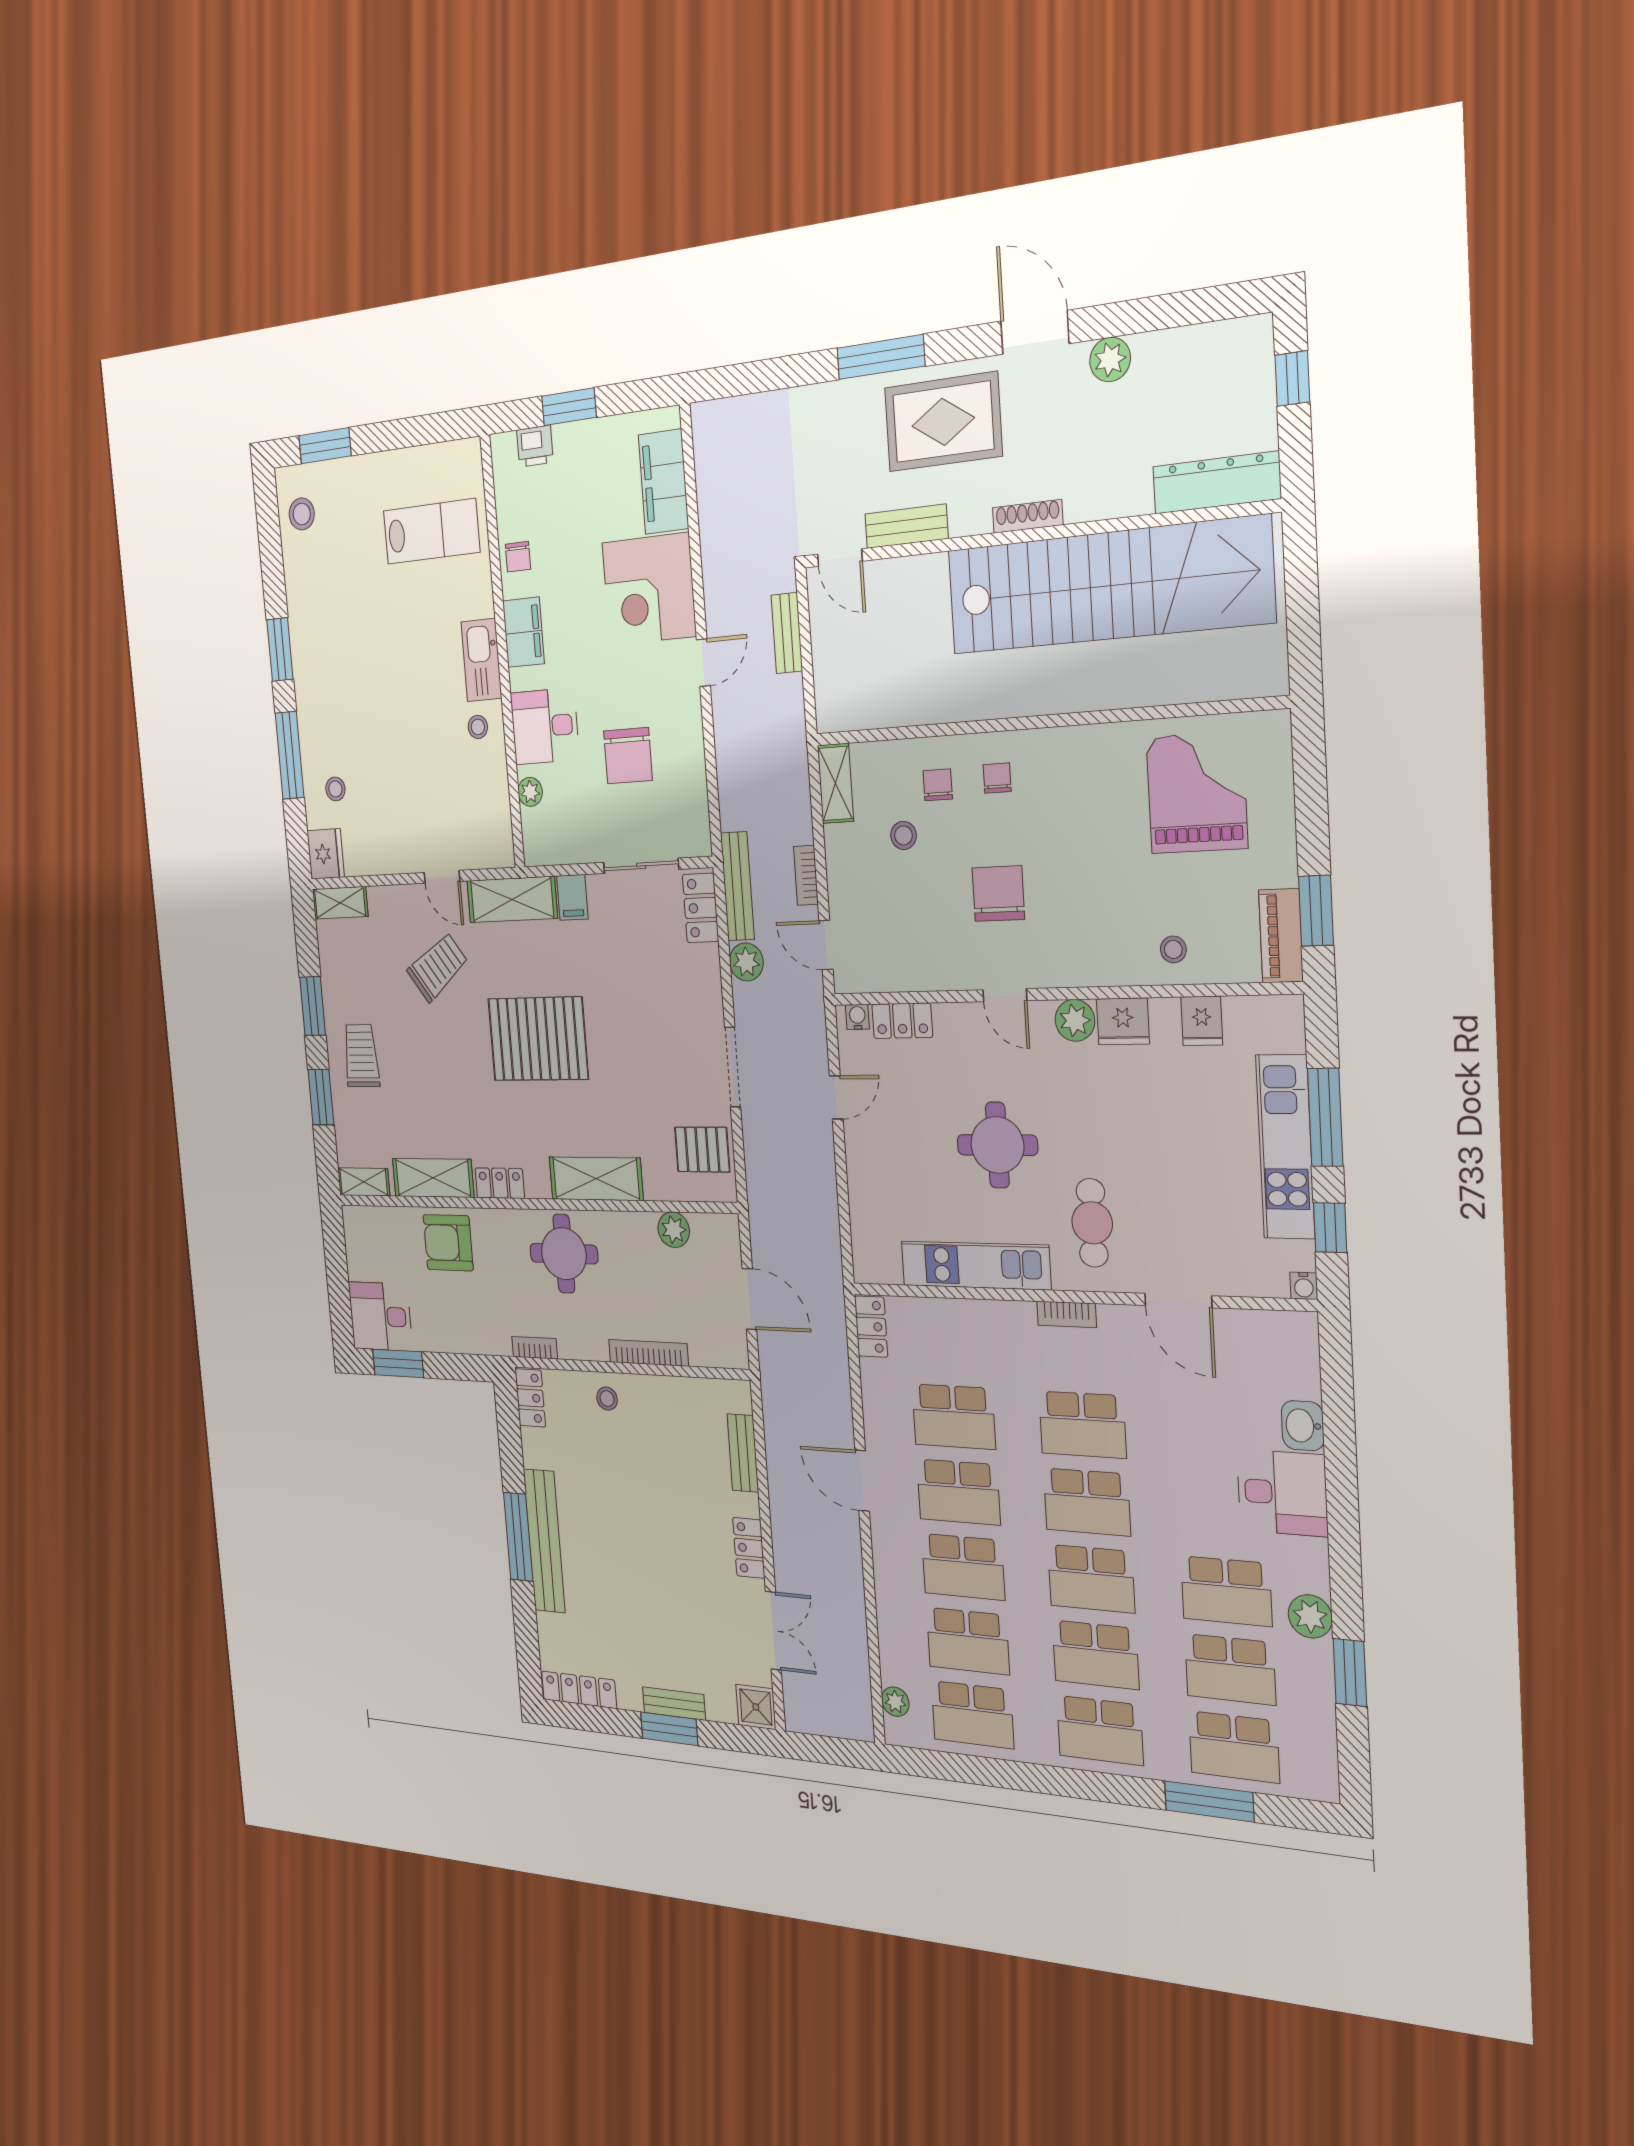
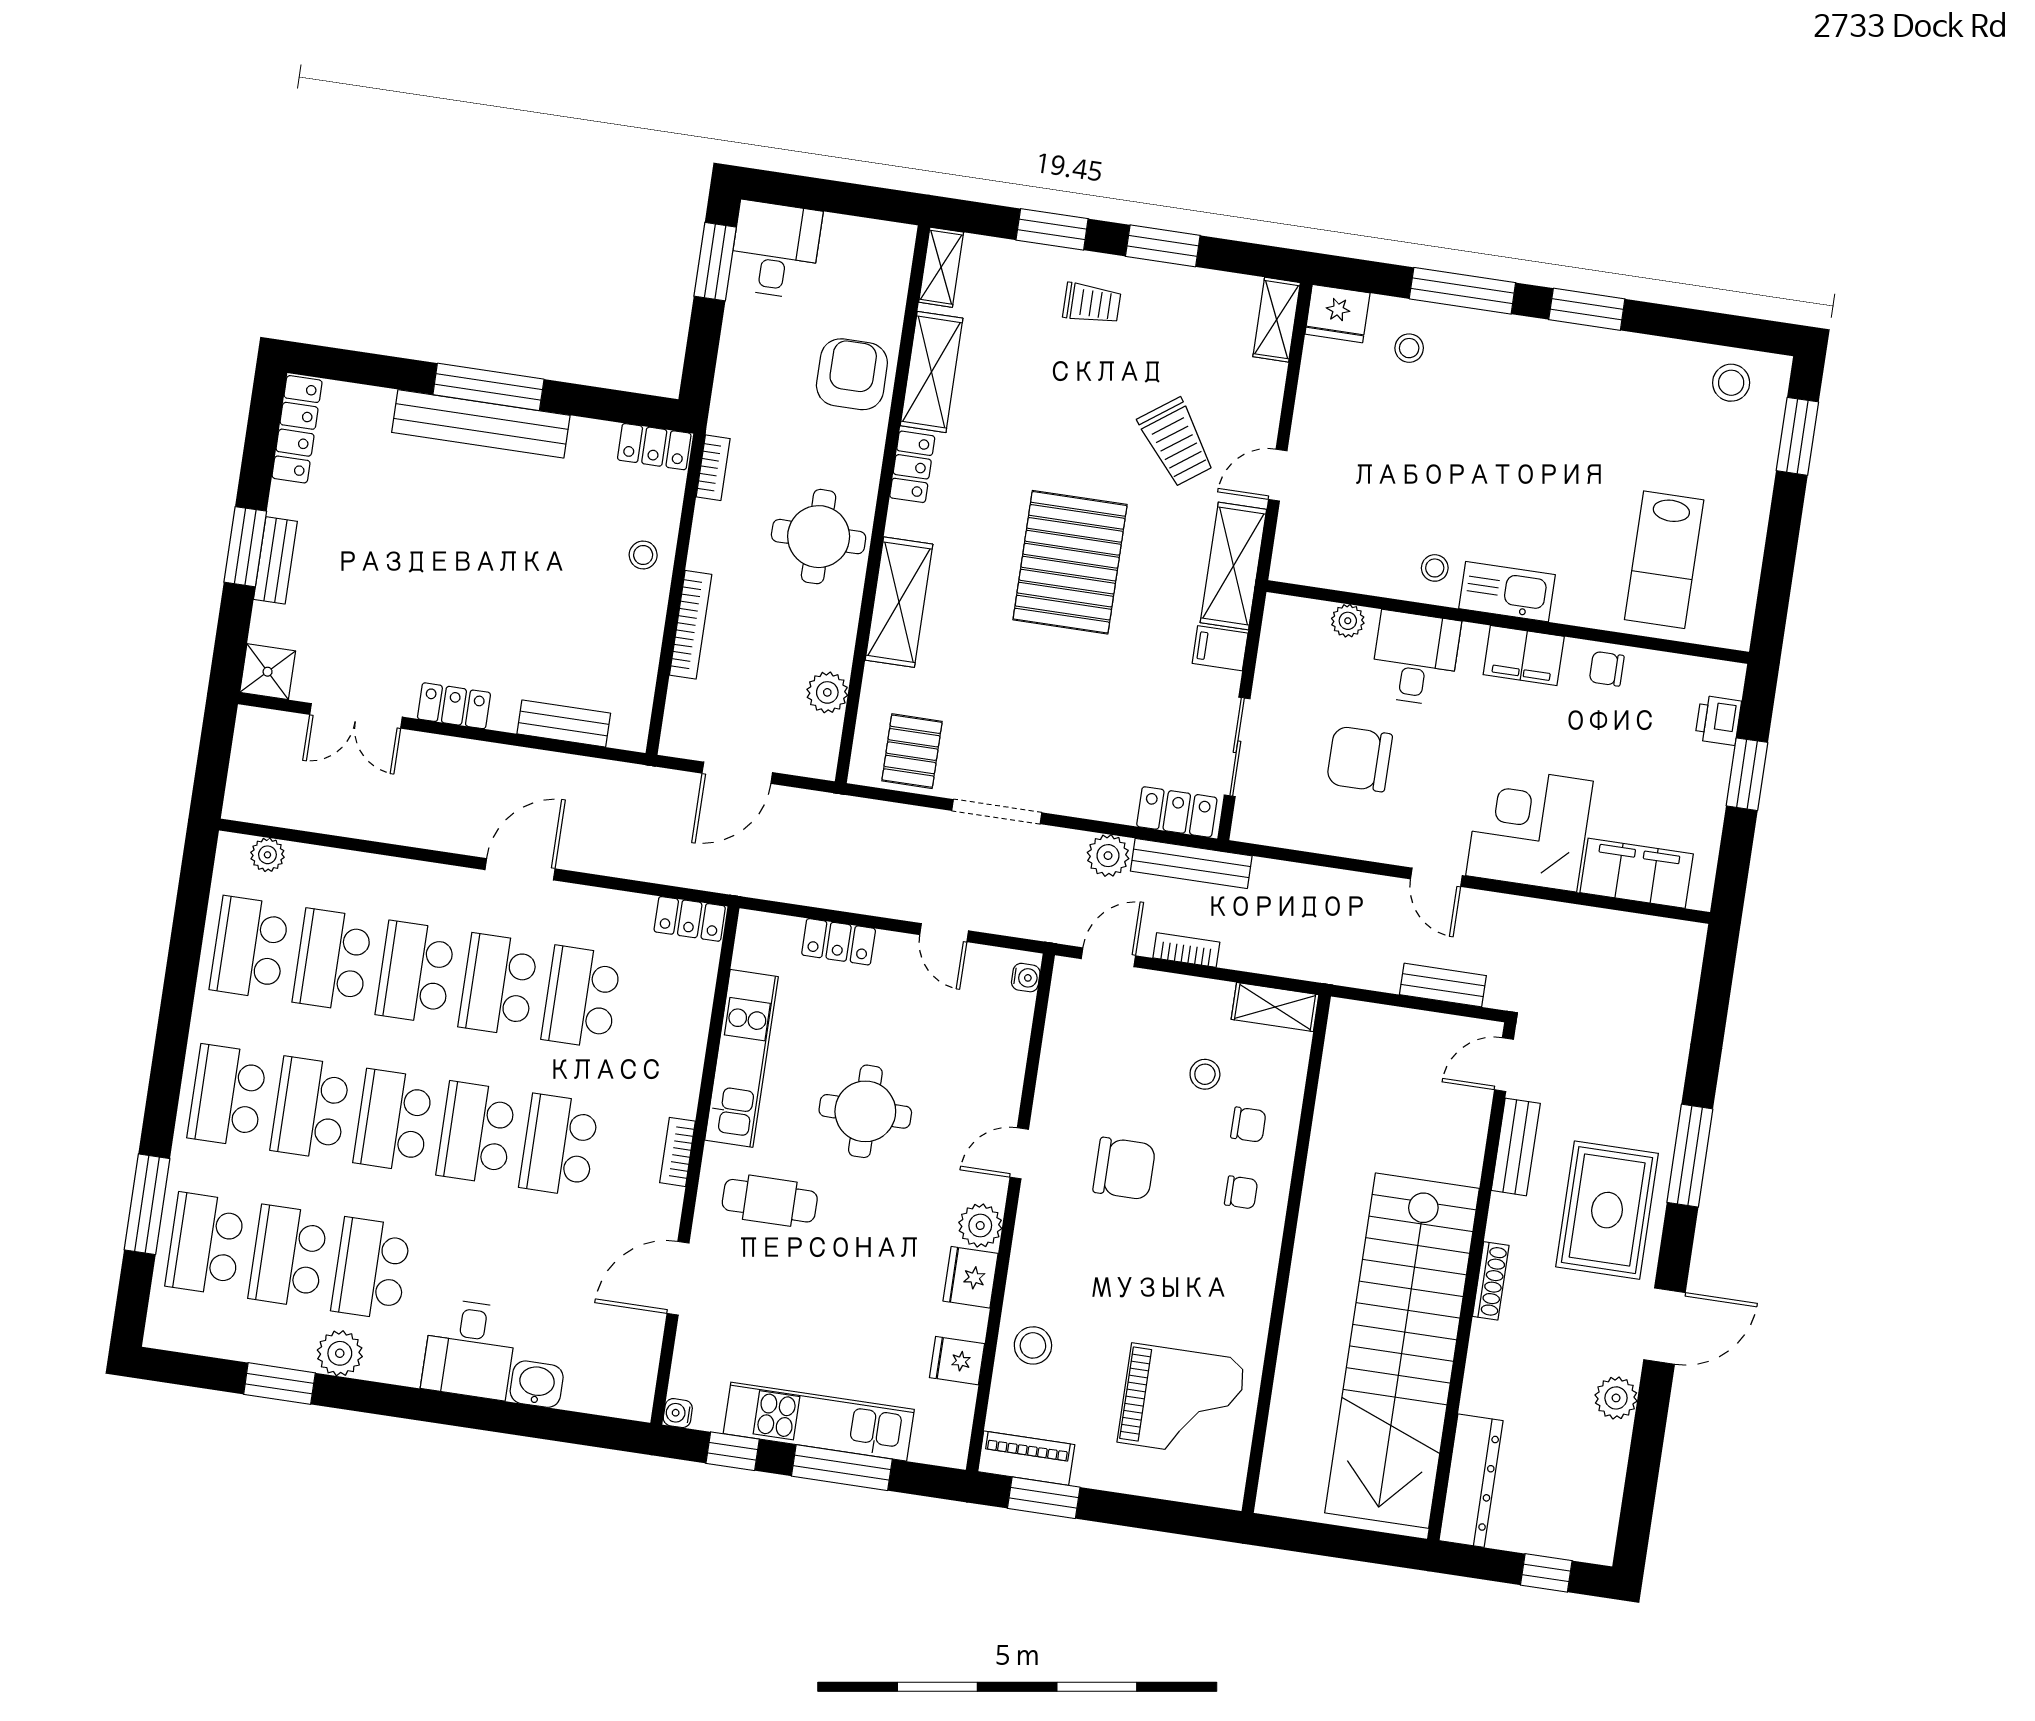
stool: (1173, 949) -> (1033, 1345), width x1.37, depth x1.37
locker: (902, 1021) -> (839, 942), moved, turned -90
trolley: (361, 1056) -> (1092, 304), width x0.73, depth x0.72

